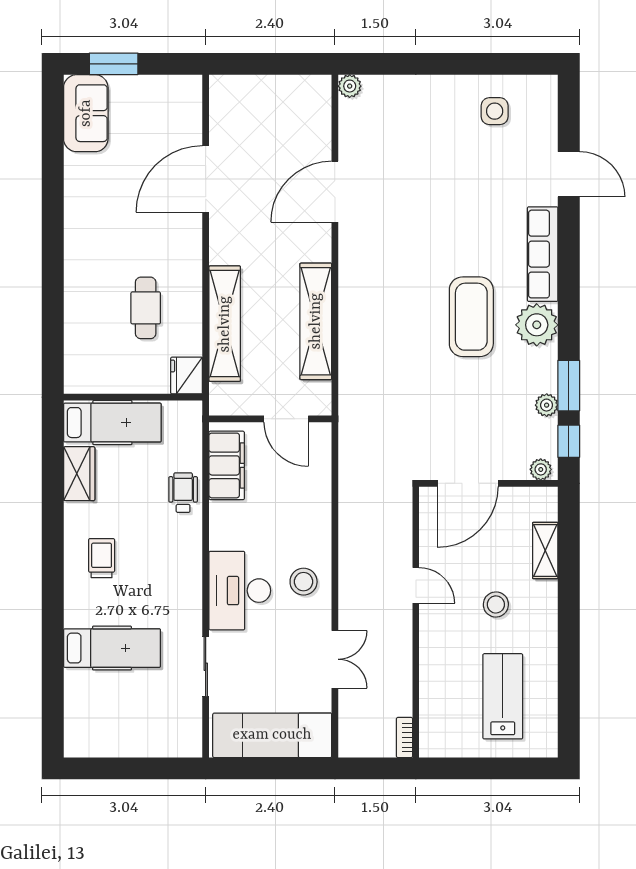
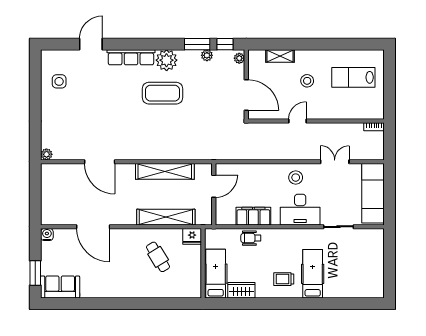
water cooler: (190, 87) -> (47, 234), added
cafe table: (146, 308) -> (158, 257), turned 59
filing cabinet: (227, 465) -> (253, 216), moved
hospital bed: (112, 648) -> (313, 274), moved

